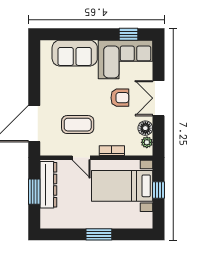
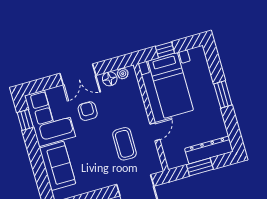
bookcase: (112, 151) -> (140, 105), removed
dresser: (48, 185) -> (209, 150), moved

